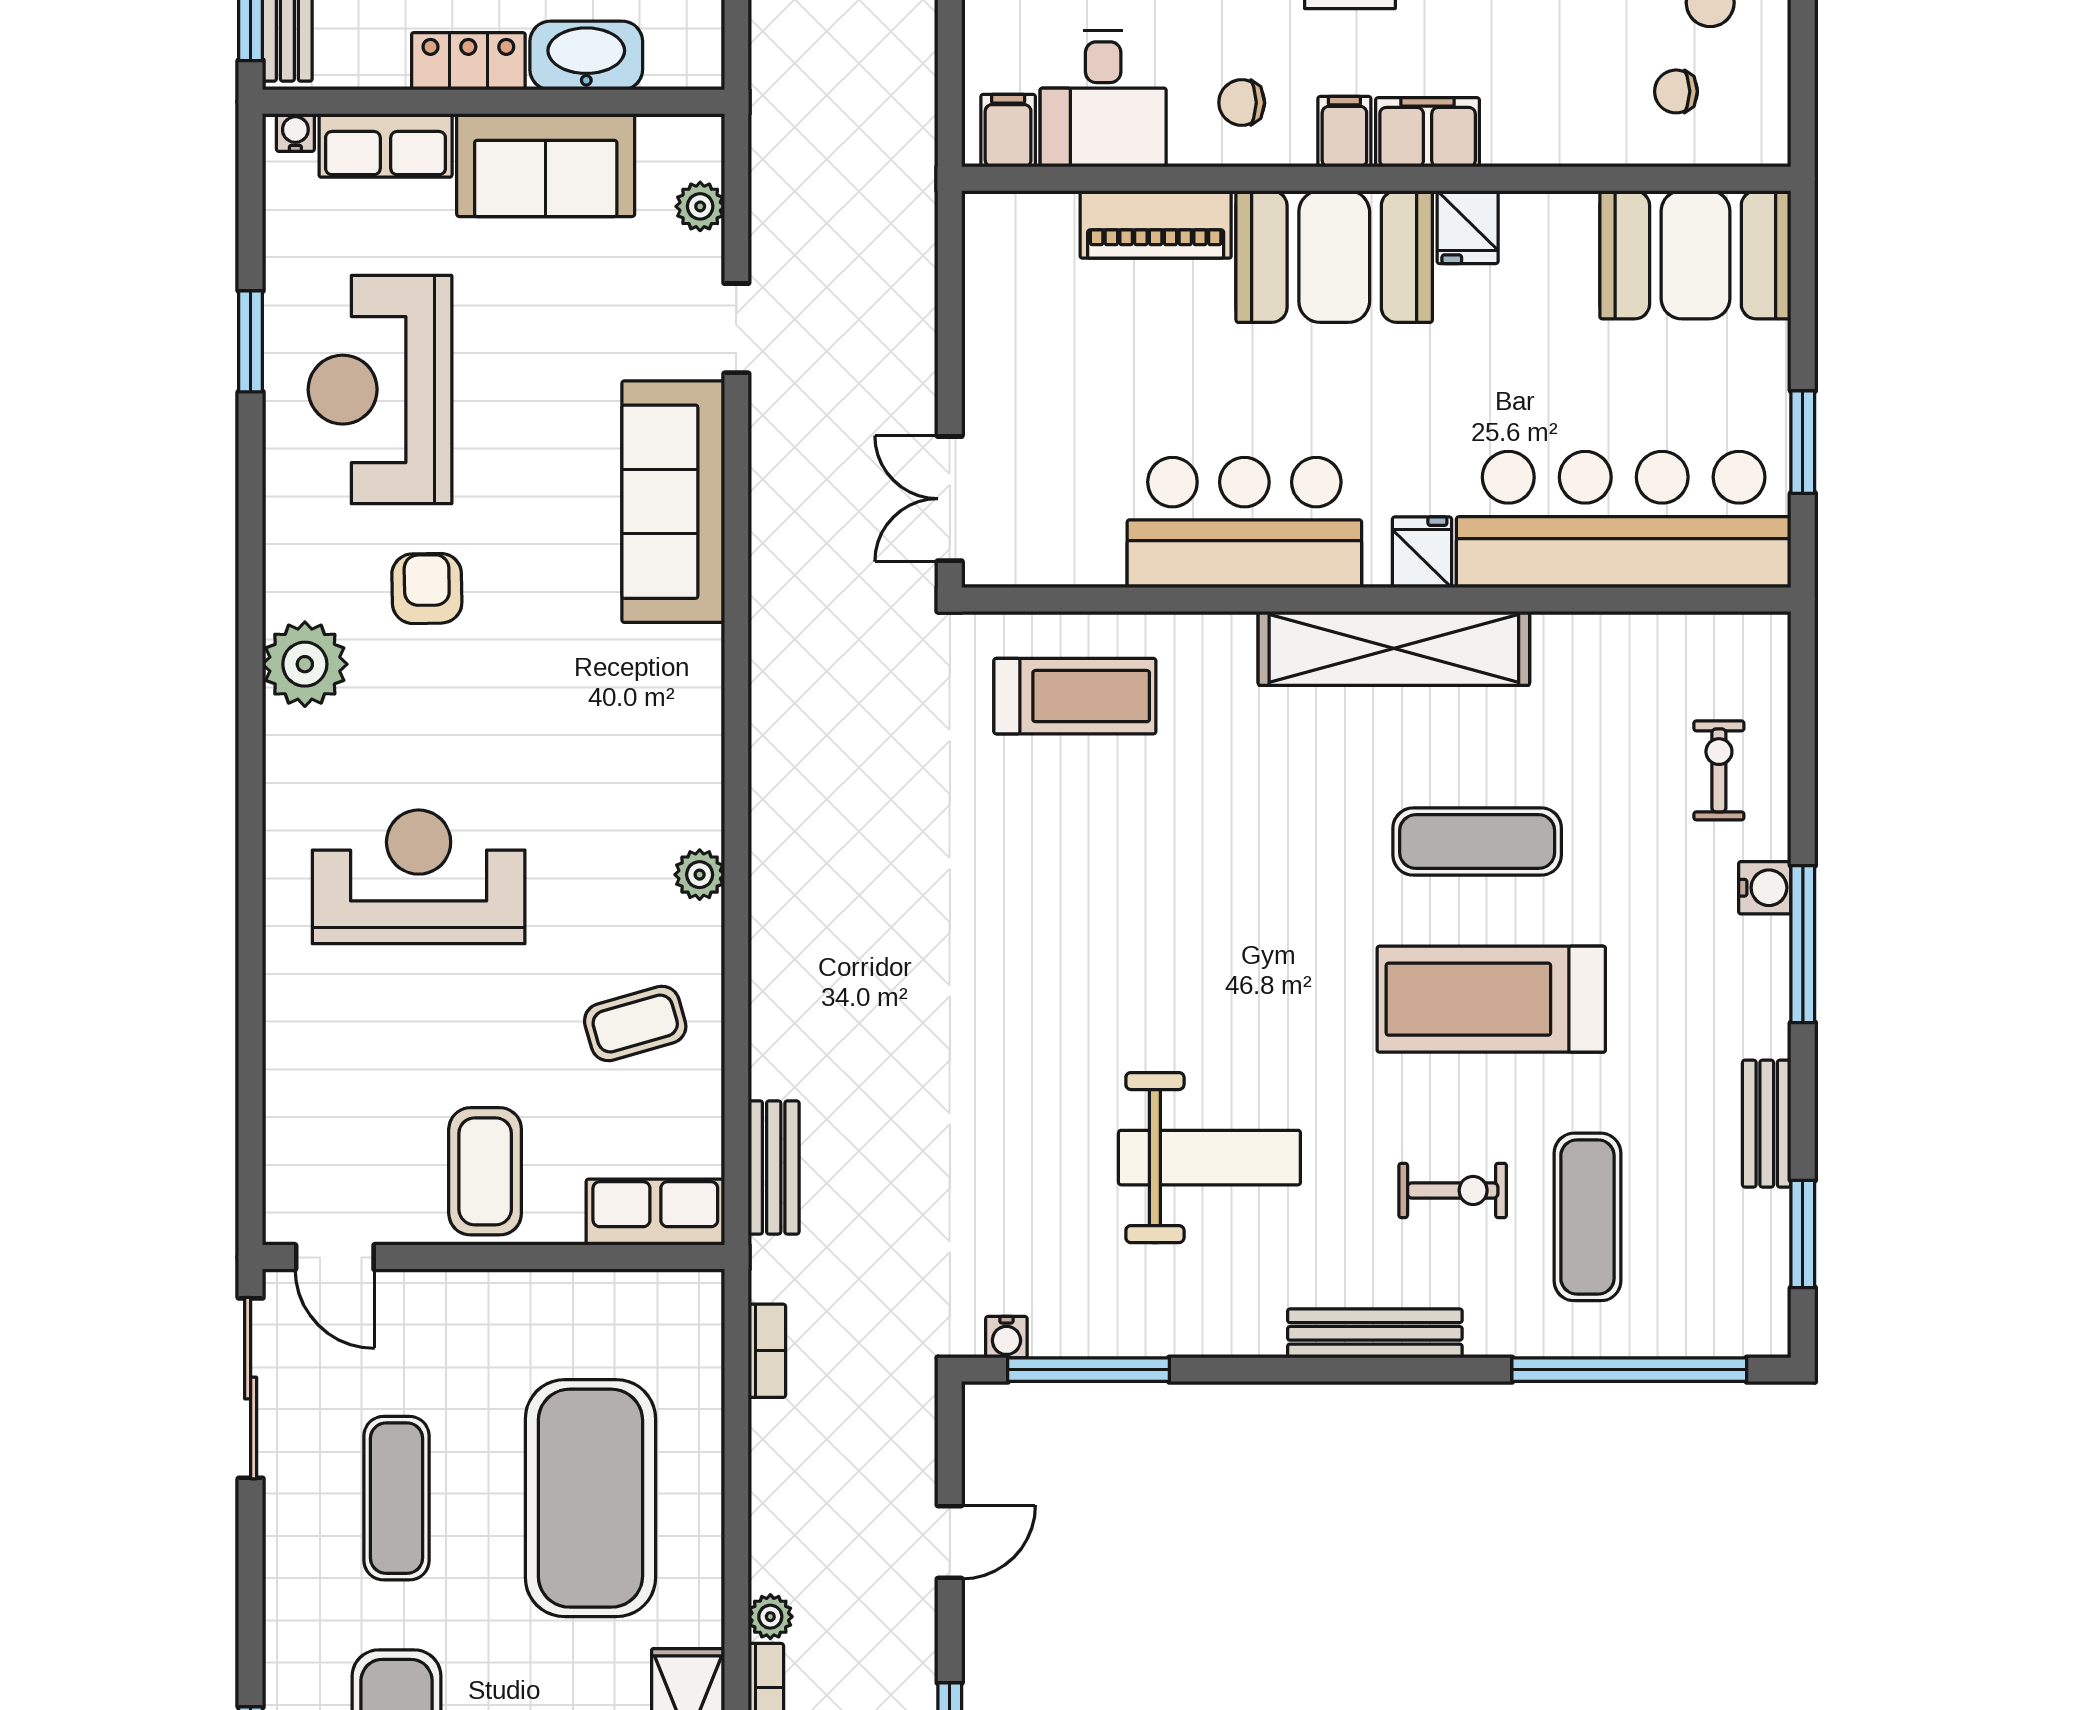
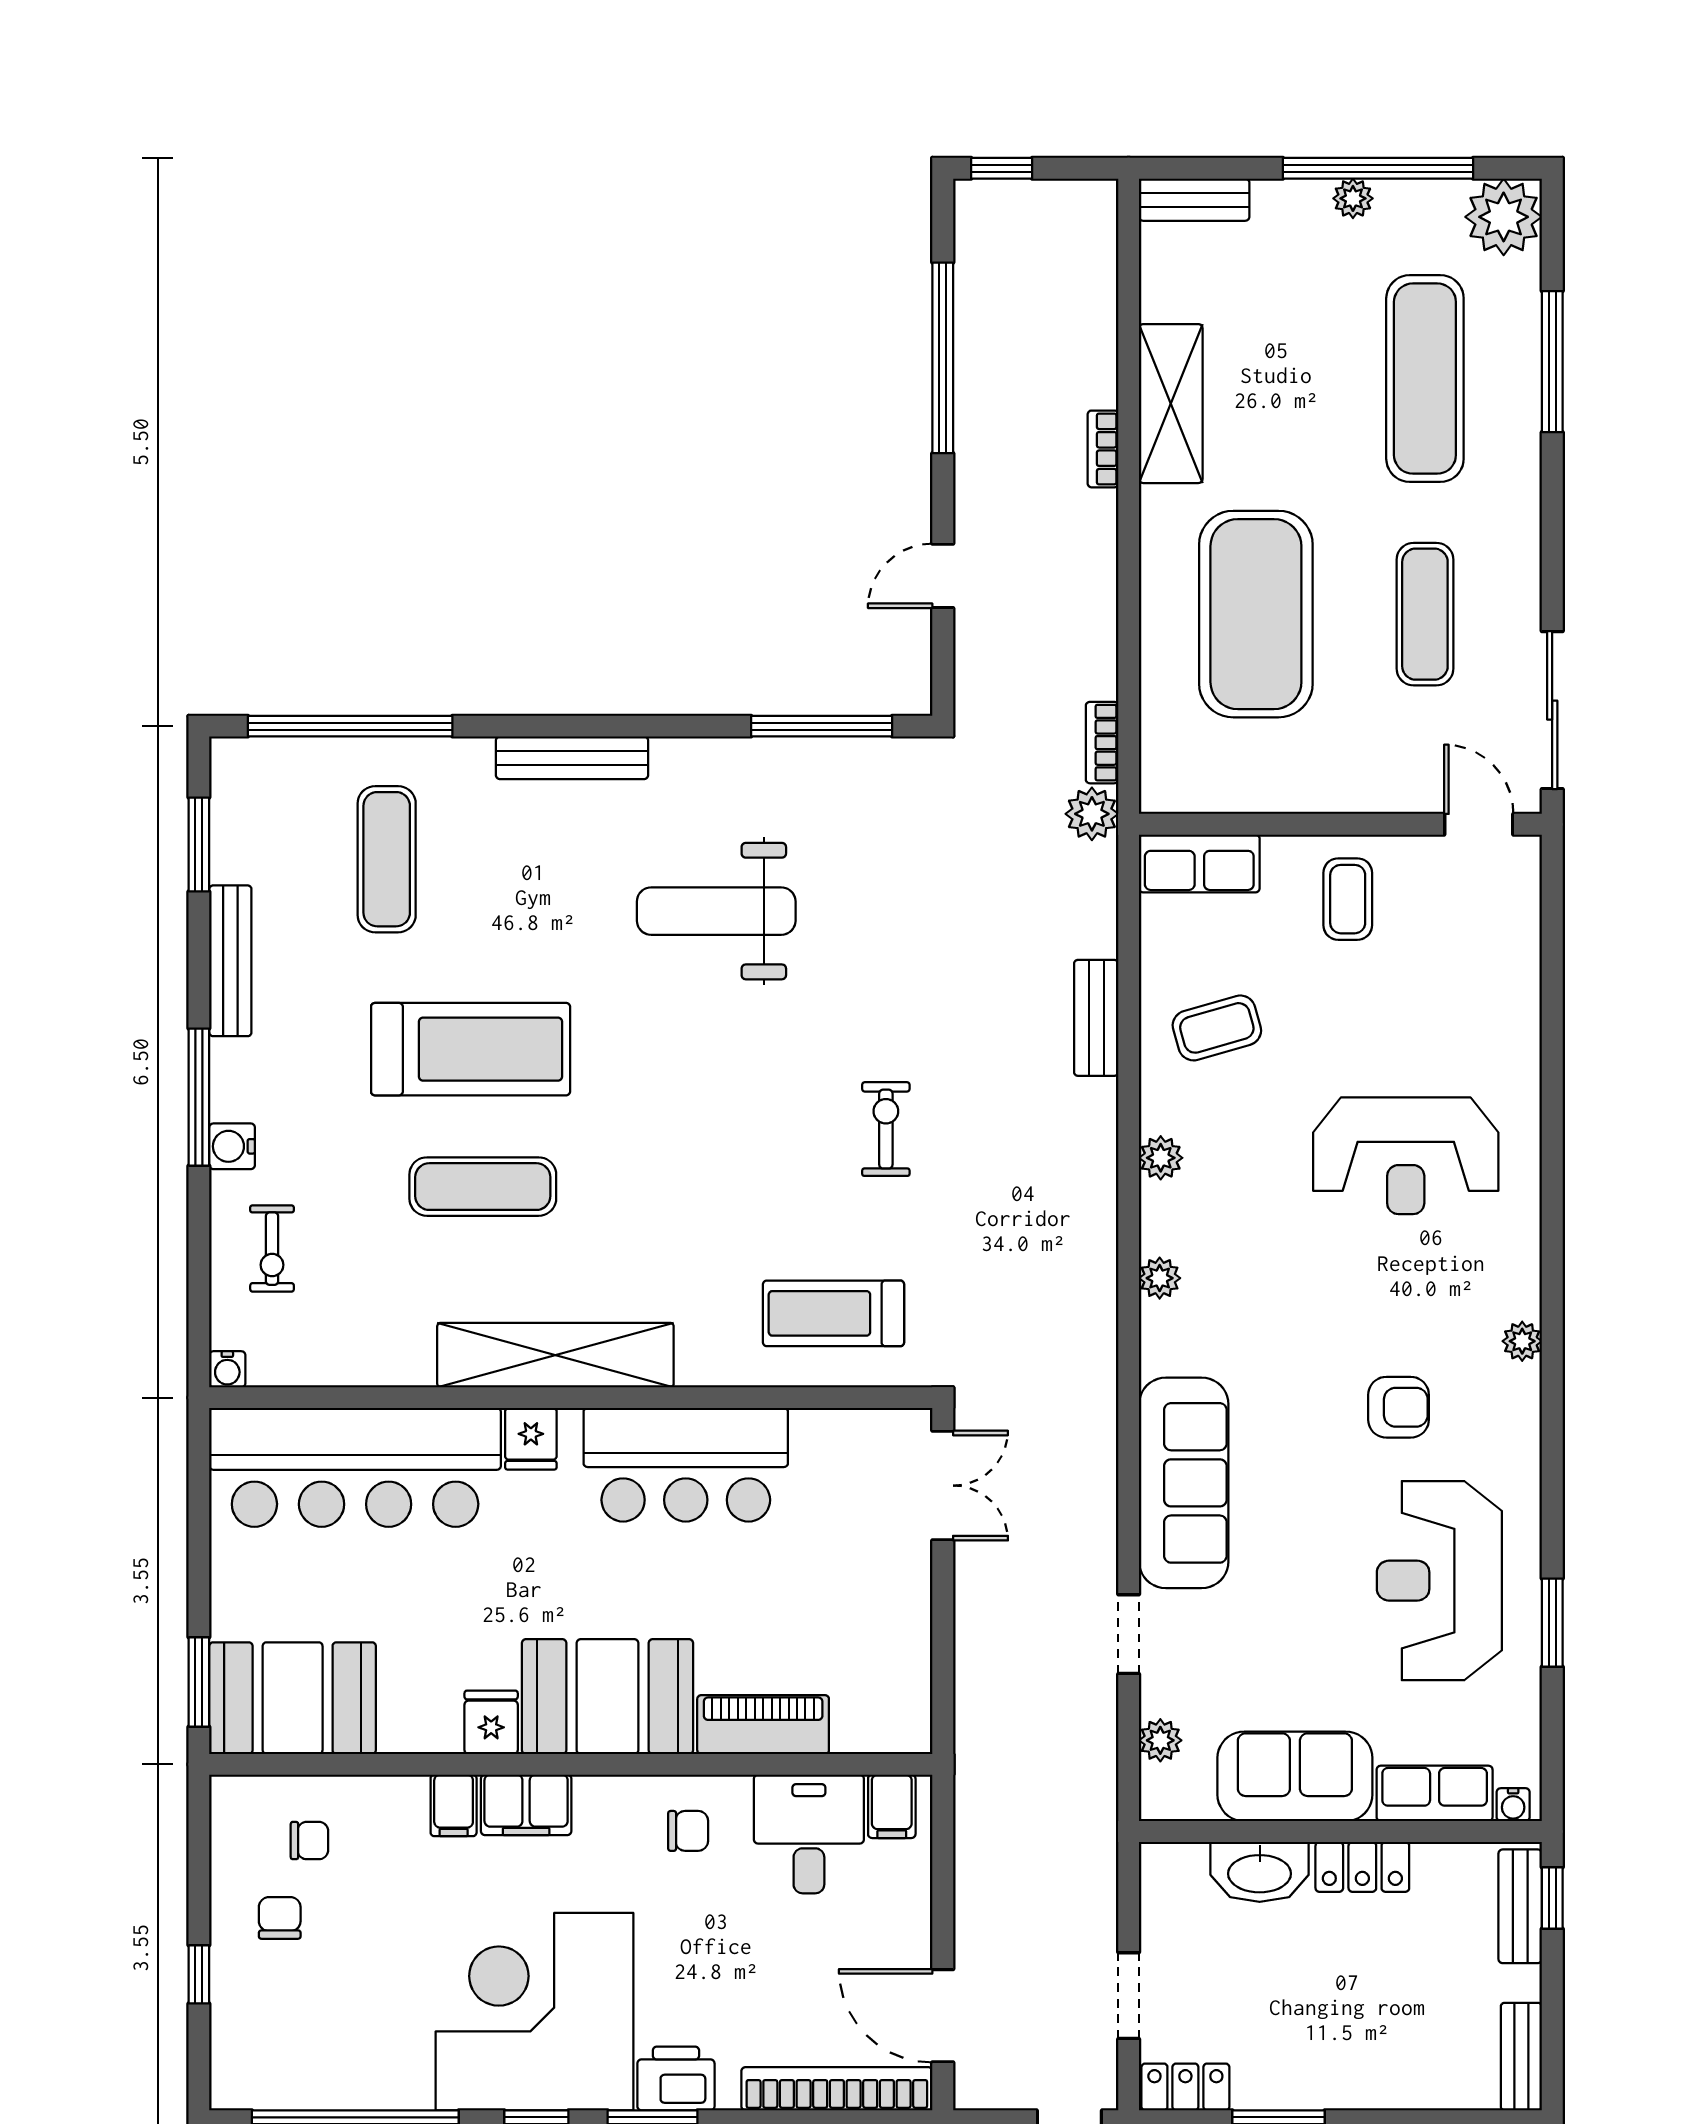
filing cabinet: (1344, 132) -> (454, 1805), moved
reception desk: (380, 390) -> (1439, 1581), turned 180
window: (1803, 442) -> (199, 1682), moved
armchair: (427, 588) -> (1399, 1407), turned -89
plant: (305, 664) -> (1522, 1341), width x0.53, depth x0.53
plant: (701, 737) -> (1160, 1278), added
bench: (1767, 1124) -> (230, 961), width x1.36
bench: (774, 1167) -> (1096, 1018), moved
coffee table: (485, 1171) -> (1348, 899), width x0.73, depth x0.77
exercise bike: (1453, 1190) -> (886, 1129), moved, turned 90
water cooler: (1006, 1337) -> (227, 1369), moved, turned 180
plant: (770, 1617) -> (1092, 814), moved, width x1.38, depth x1.38

